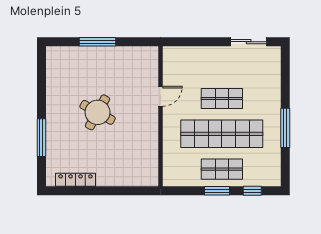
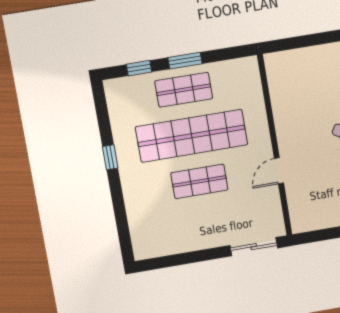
sliding door: (249, 42) -> (254, 247), moved
window: (285, 128) -> (110, 157), width x0.46

